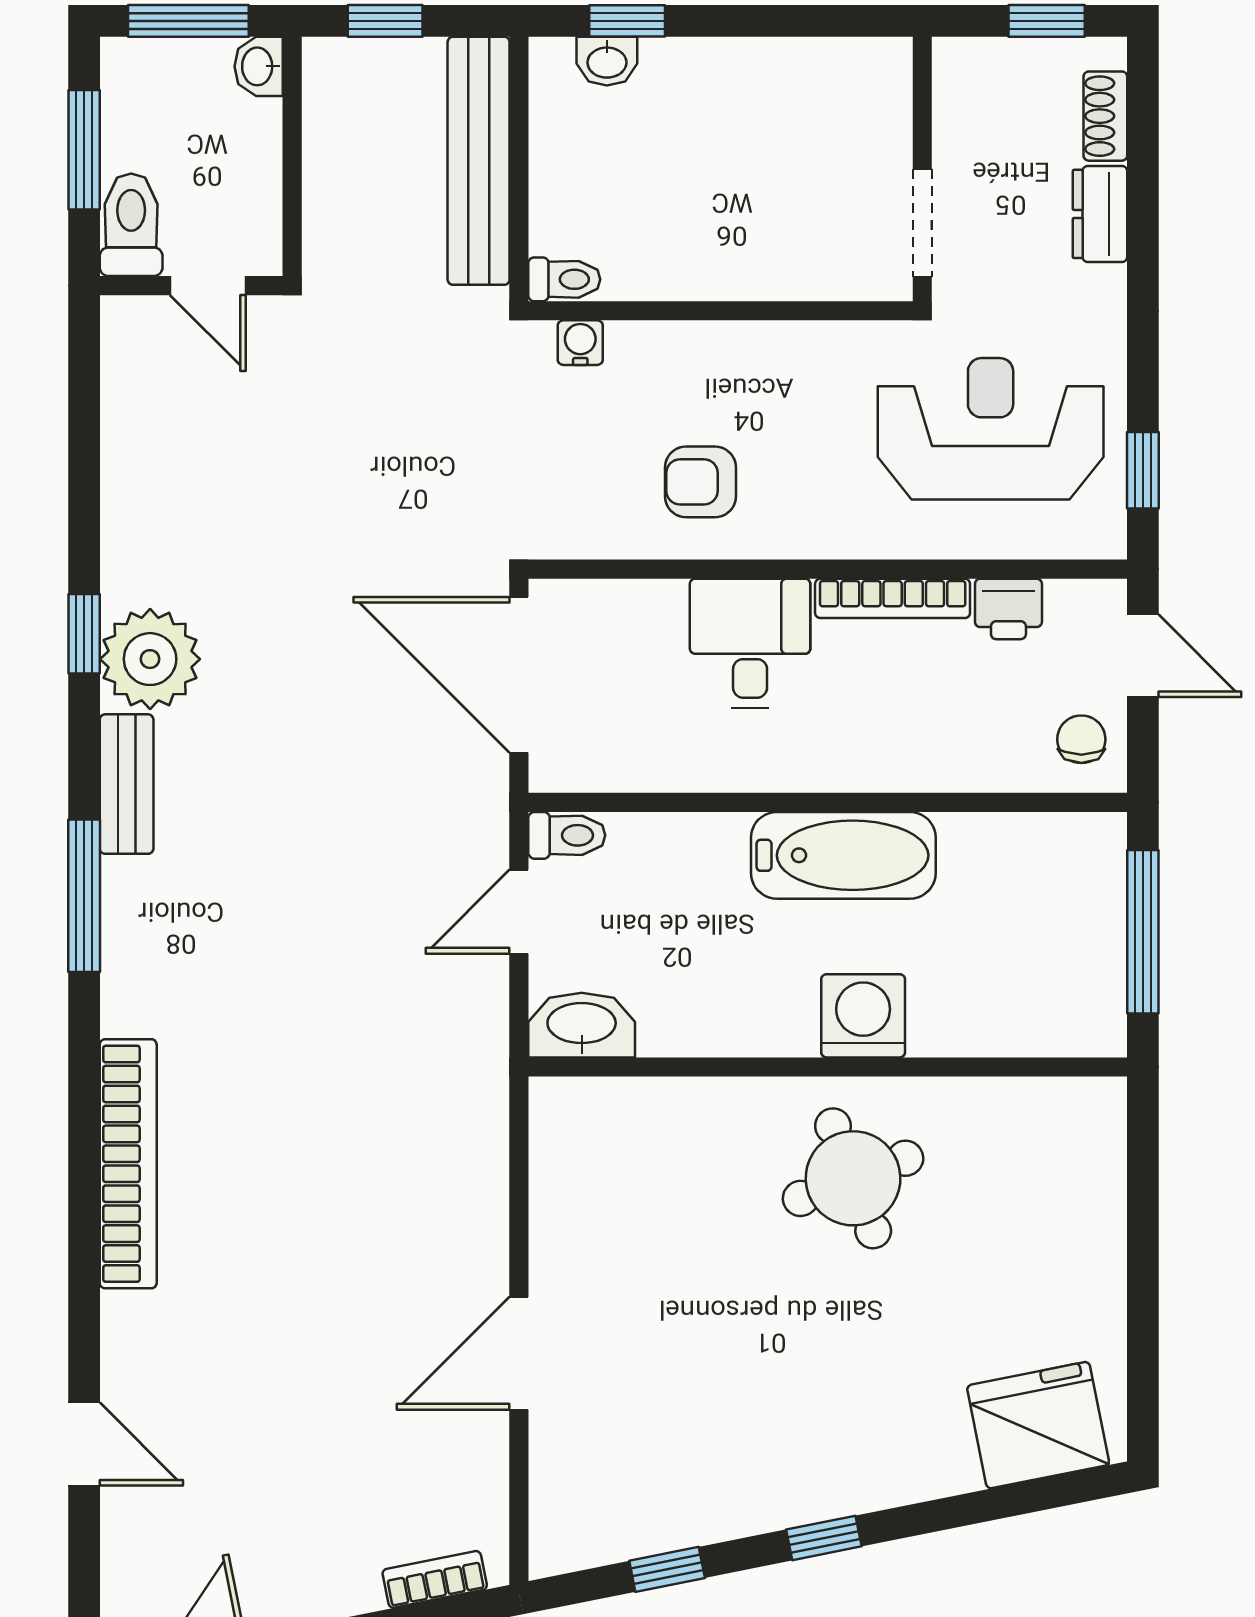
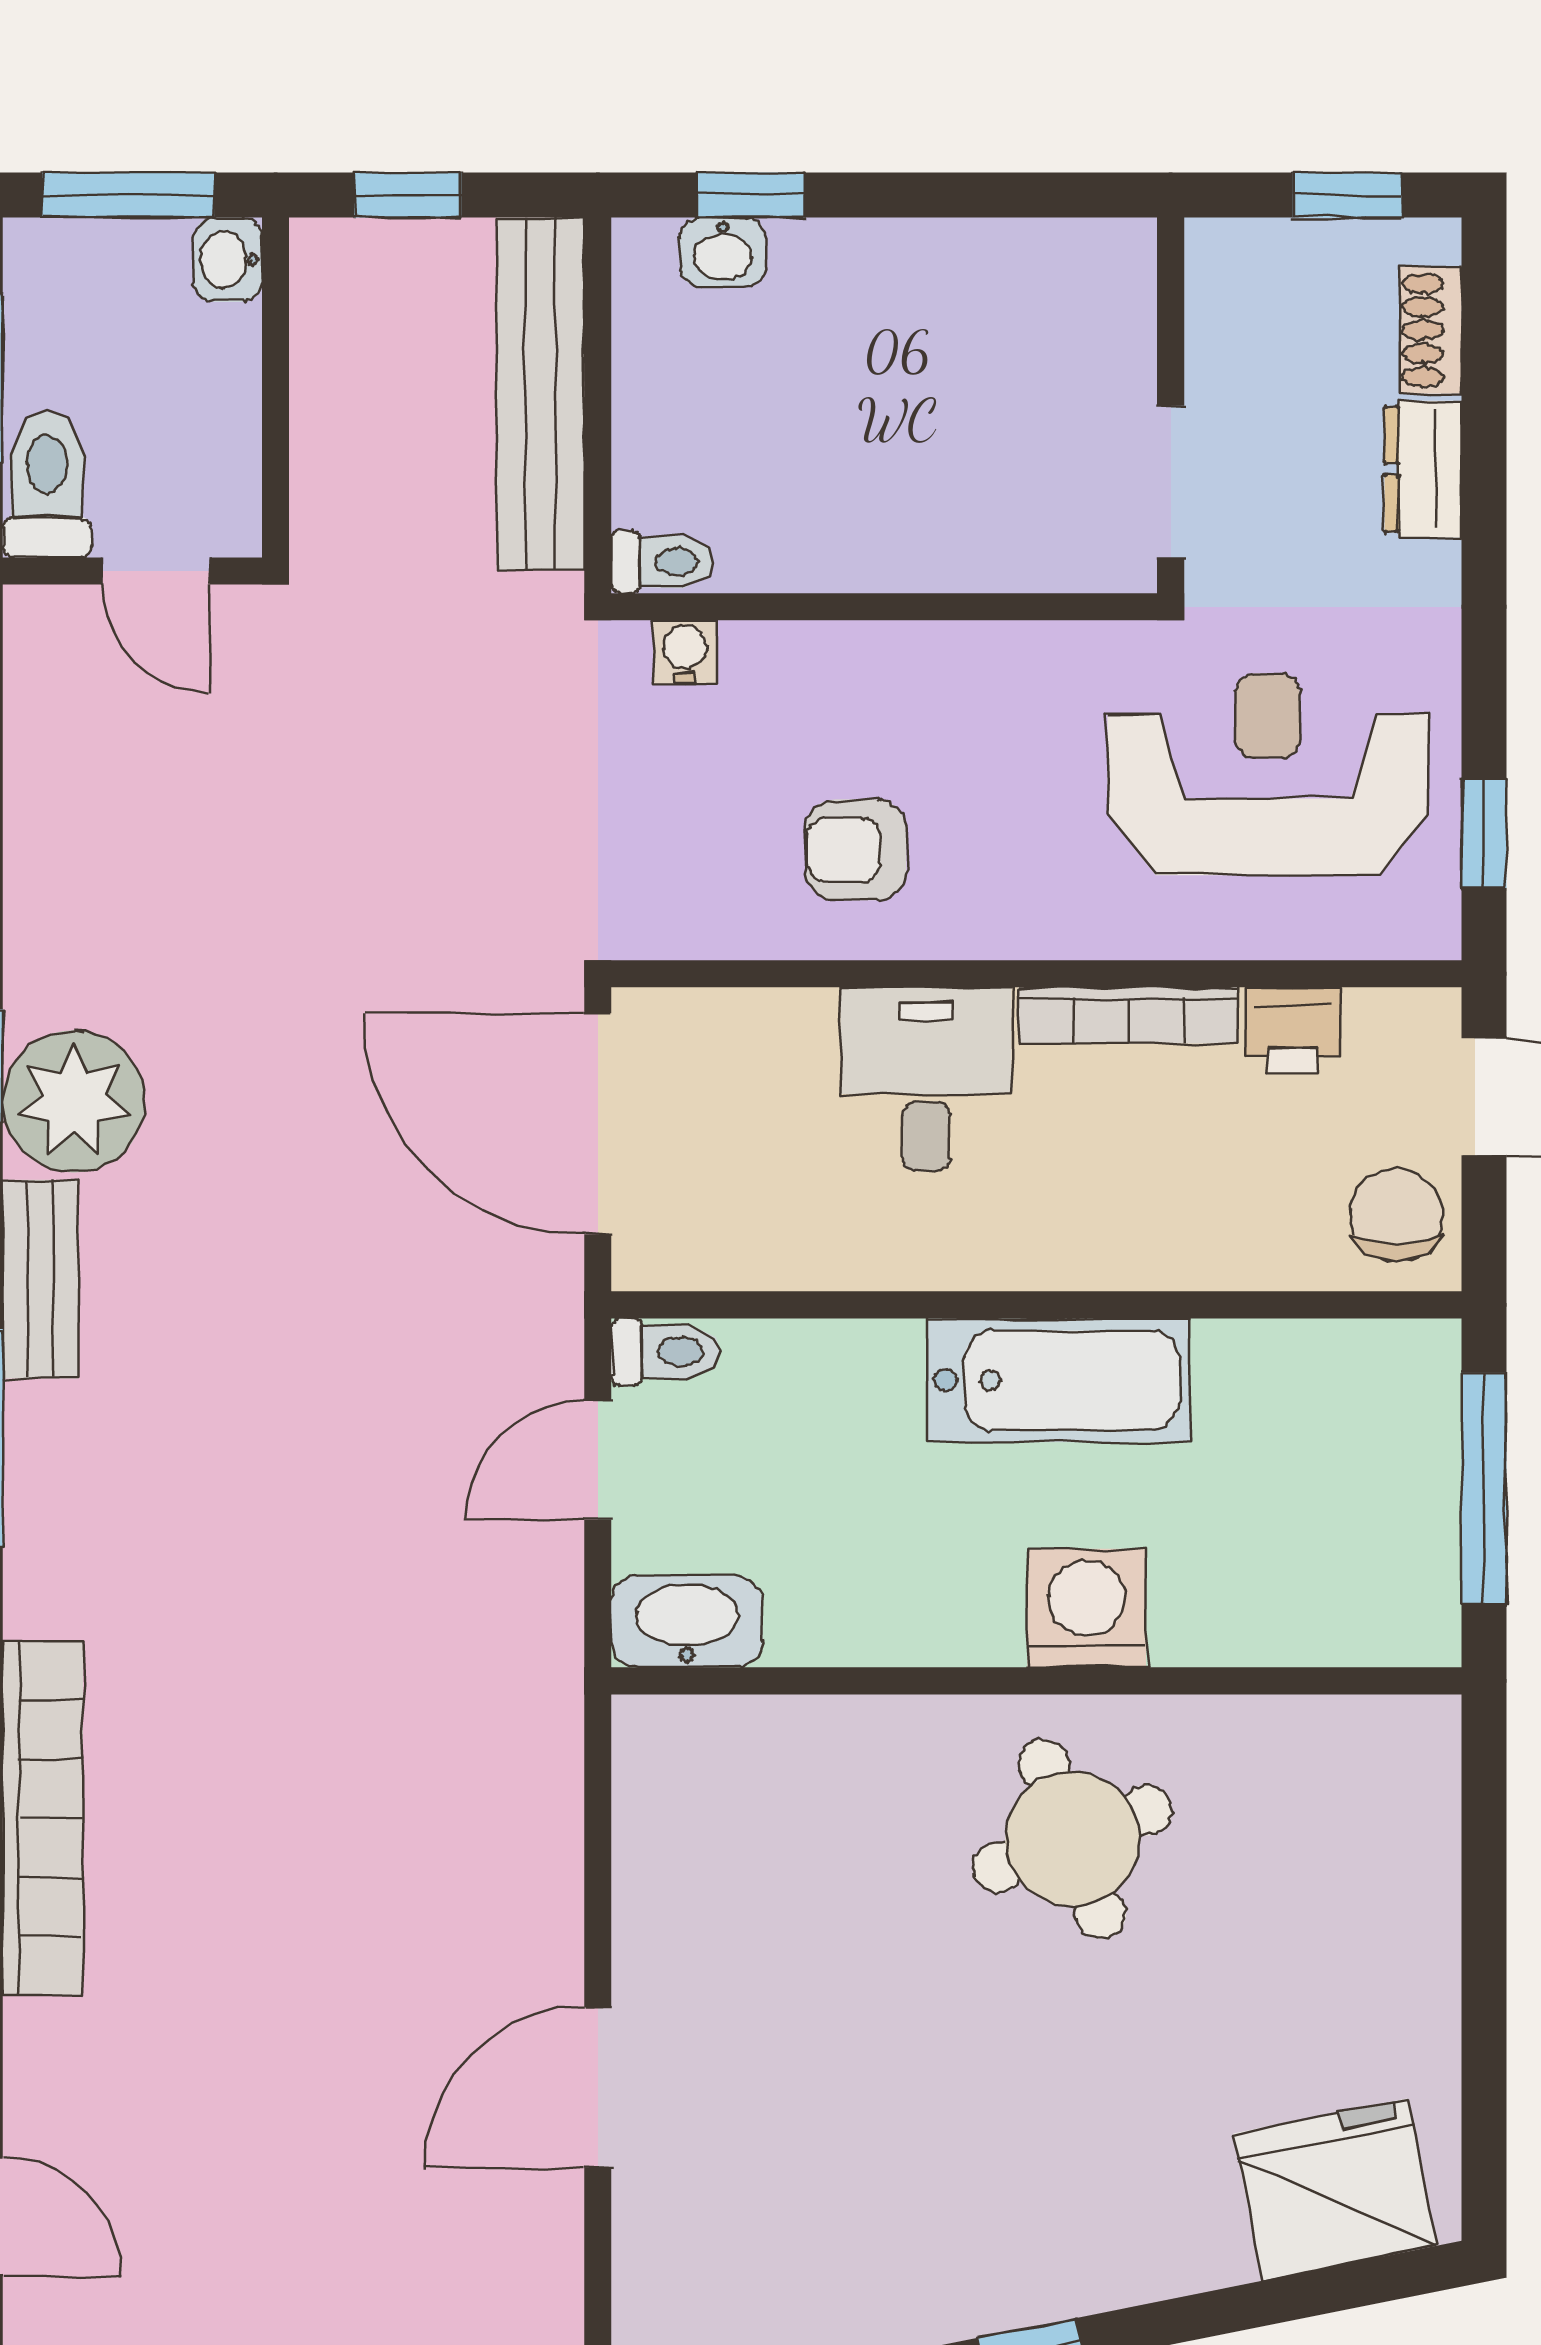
chair: (1081, 739) -> (1397, 1215), width x1.37, depth x1.37

